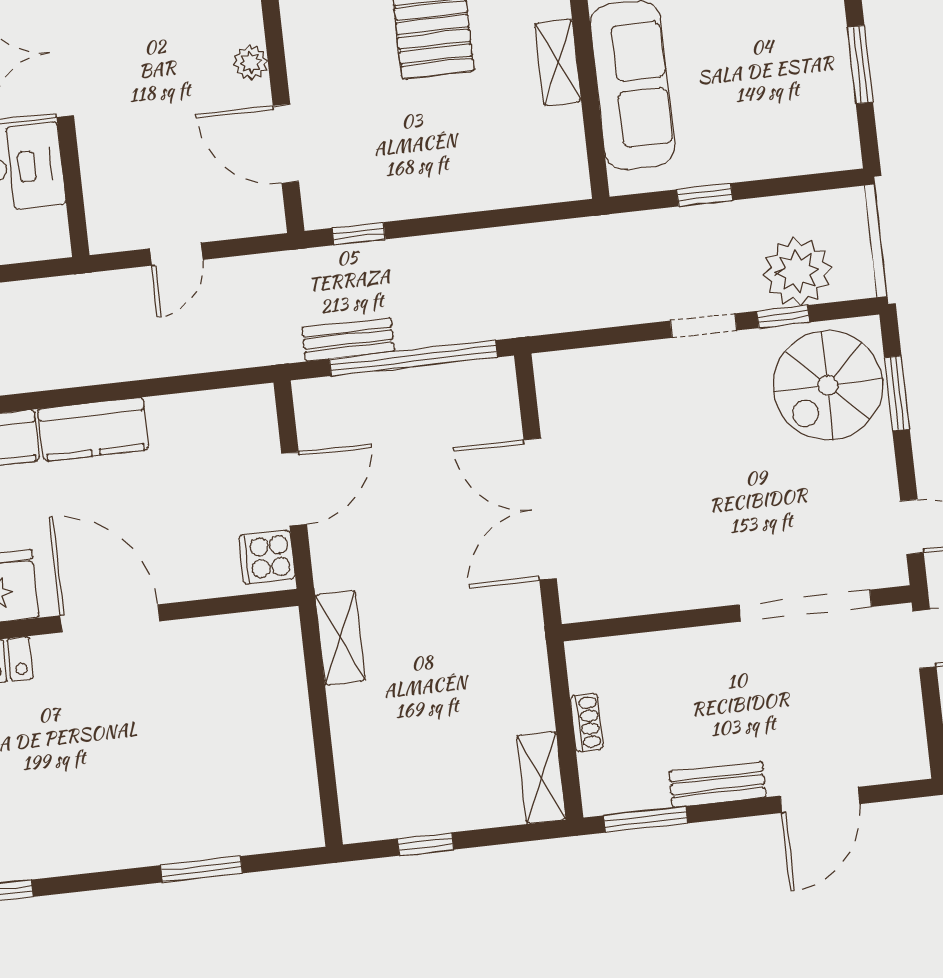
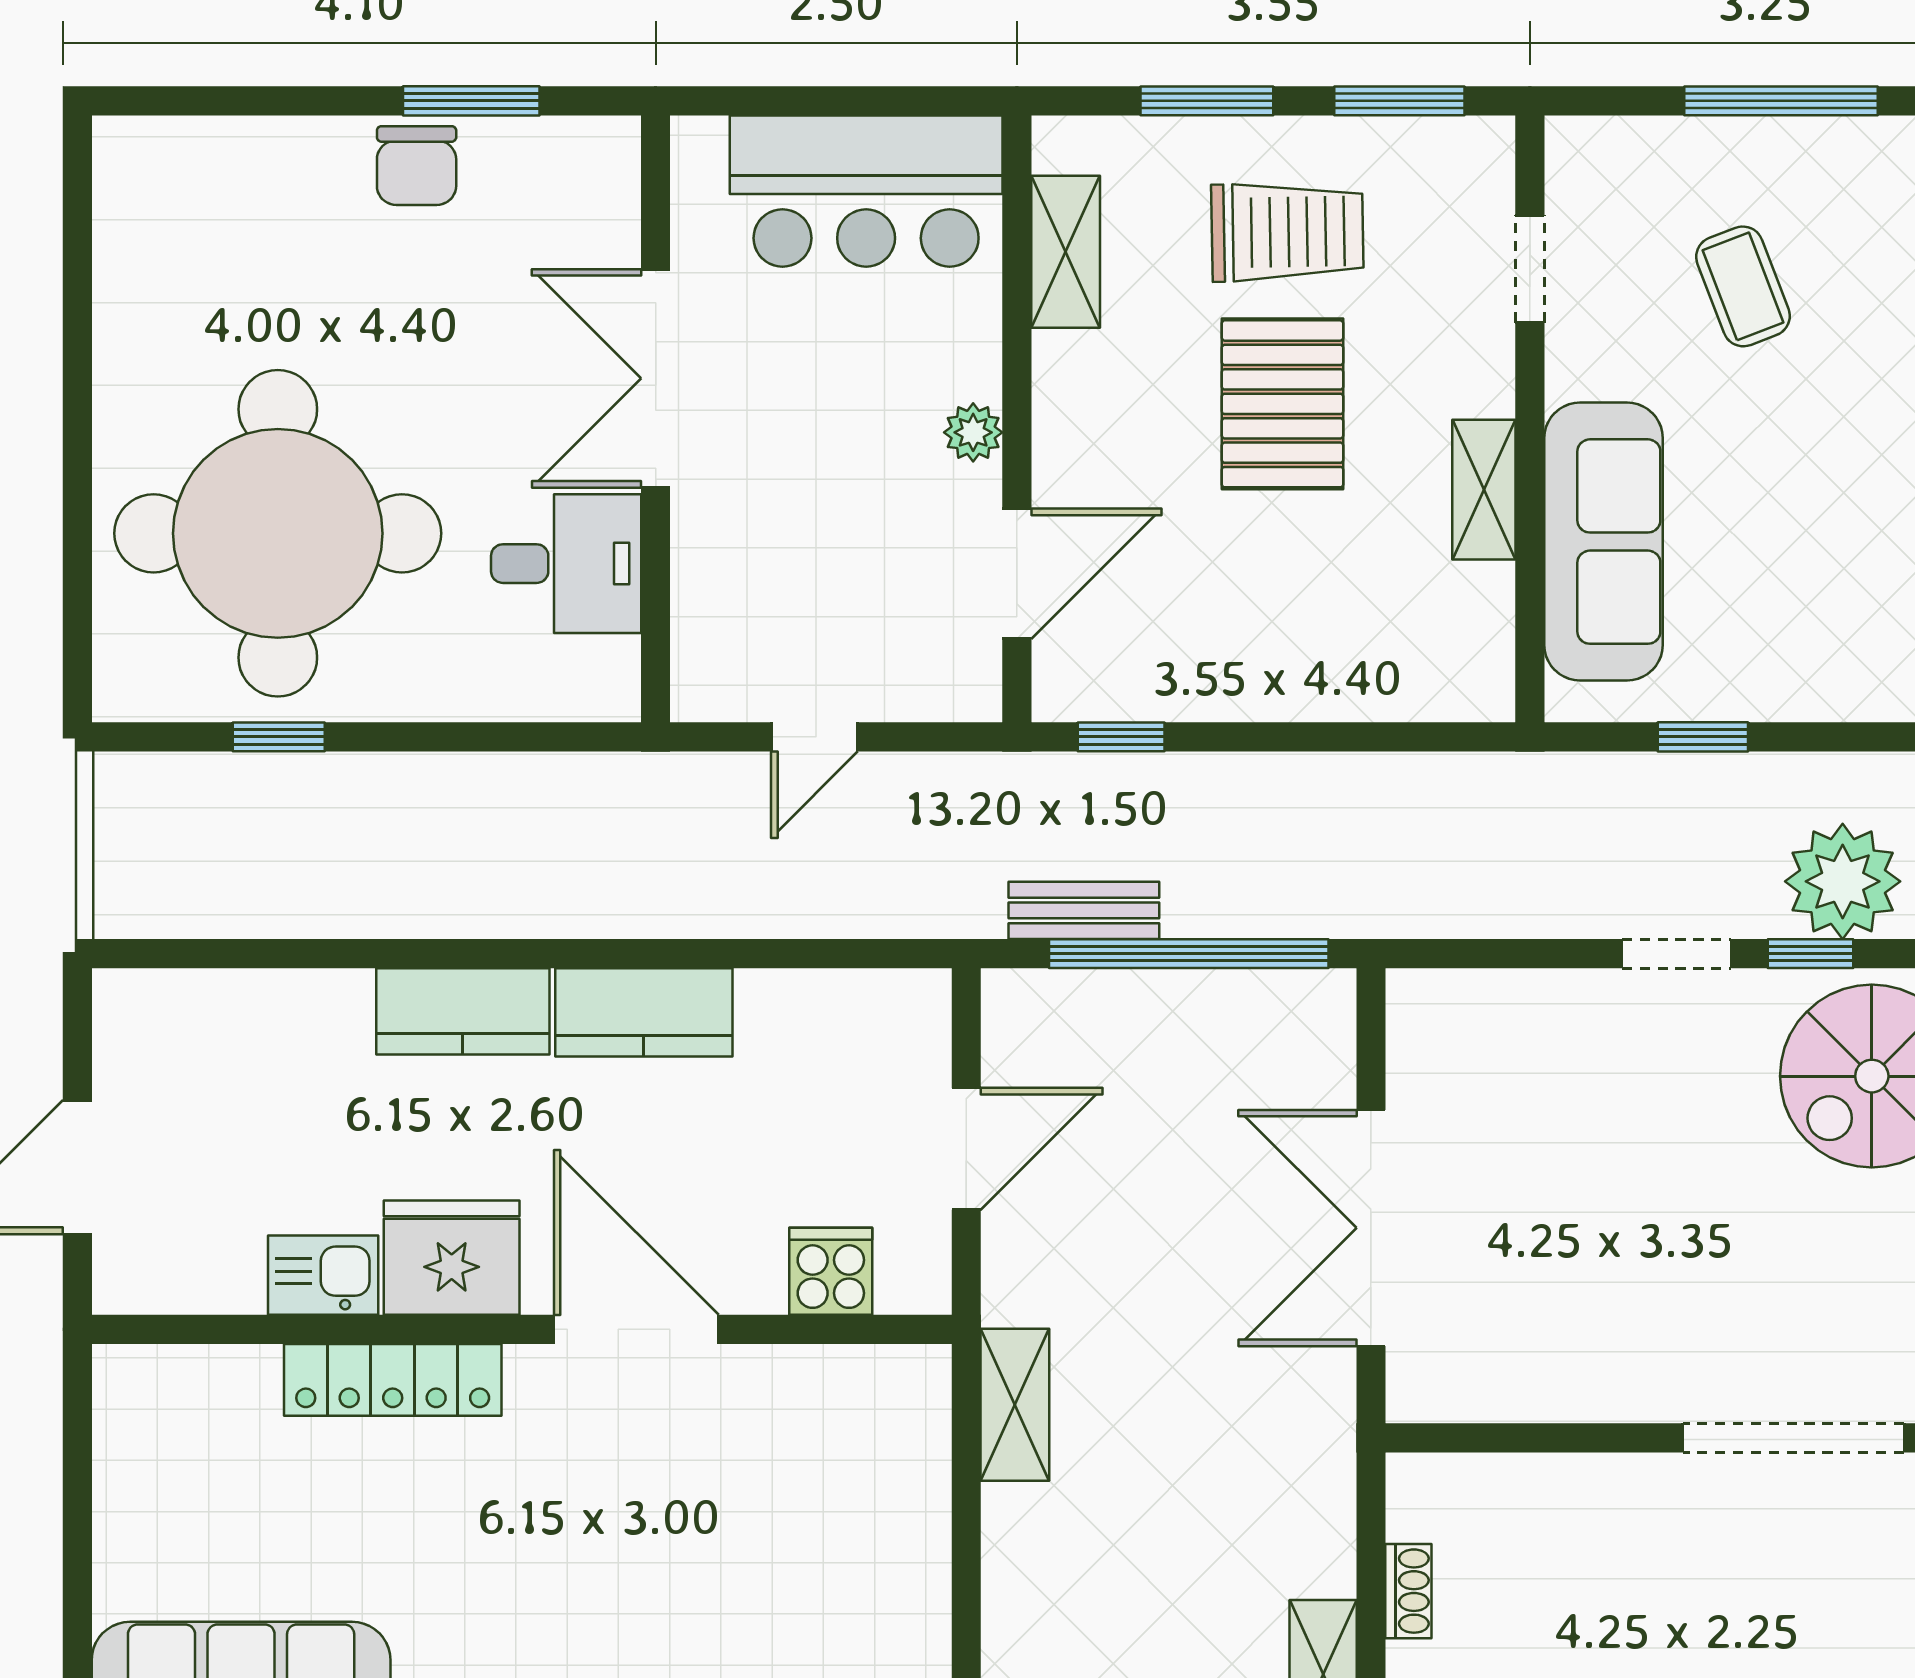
door: (286, 144) -> (1017, 574), swing flipped
cooker: (267, 557) -> (831, 1271), moved, turned 90

